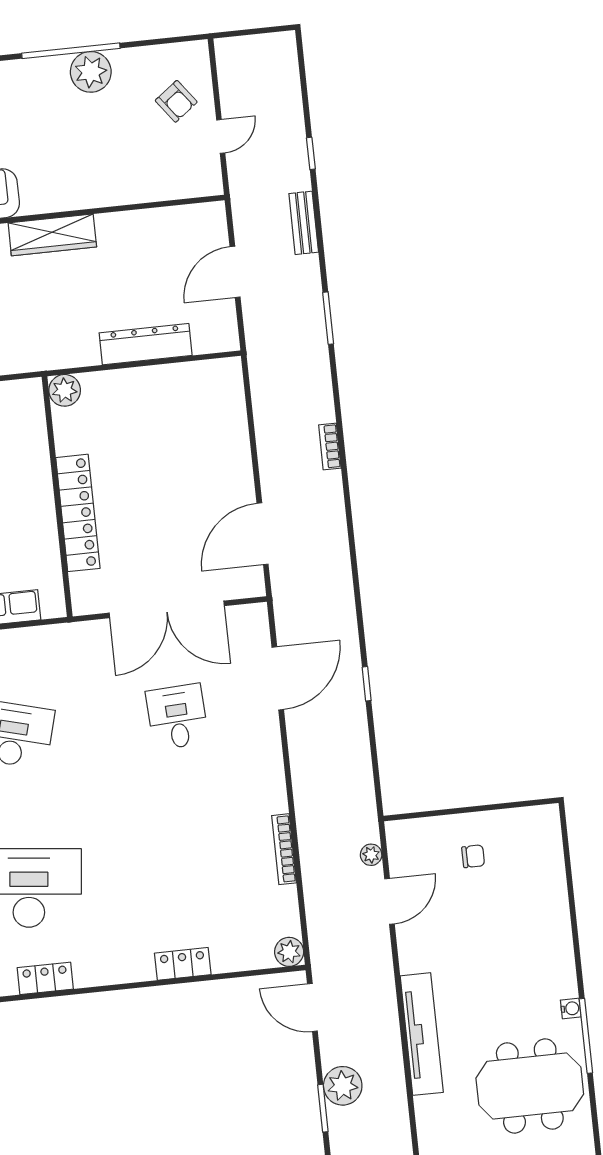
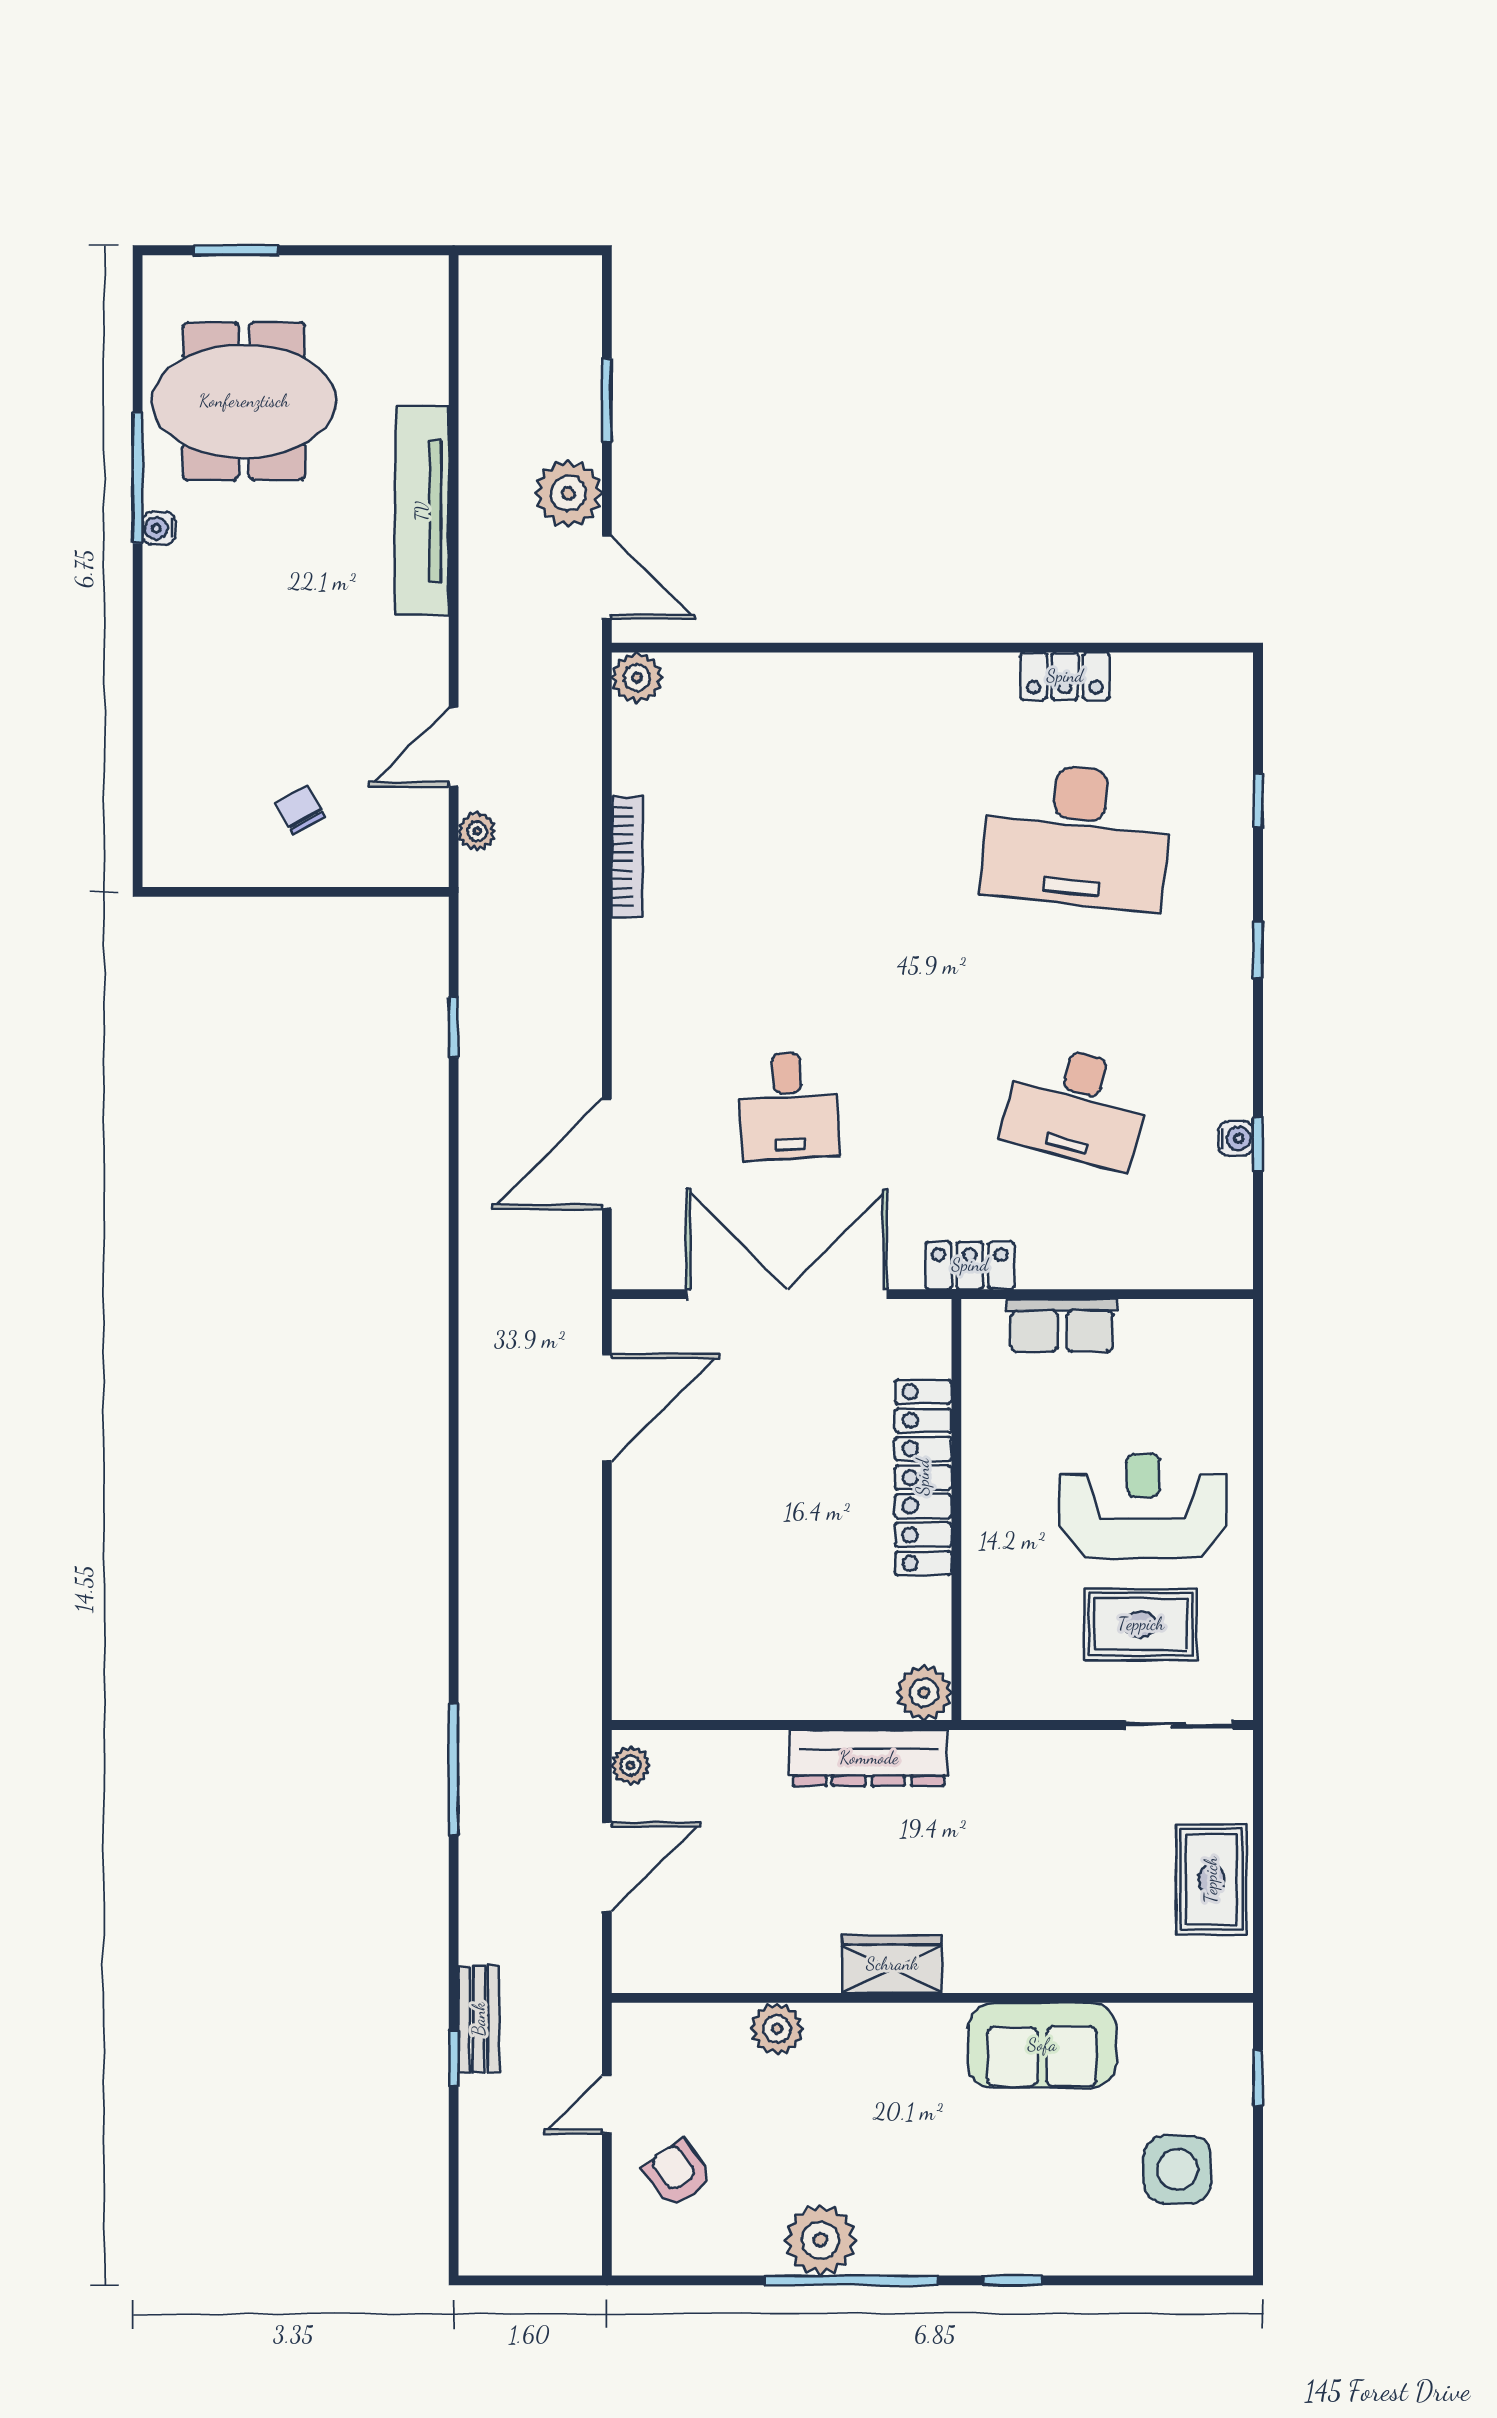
plant: (128, 190) -> (777, 2029), added
bench: (304, 223) -> (479, 2019), moved
wardrobe: (52, 235) -> (892, 1964), width x0.67
window: (328, 318) -> (454, 1770), width x1.44
plant: (228, 331) -> (631, 1765), added
dresser: (146, 344) -> (869, 1758), moved
bookcase: (330, 446) -> (474, 1547), removed
window: (367, 684) -> (454, 1027), moved
chair: (473, 856) -> (300, 810), turned 61
locker: (183, 964) -> (970, 1265), moved, turned 180
plant: (343, 1086) -> (568, 493), moved

